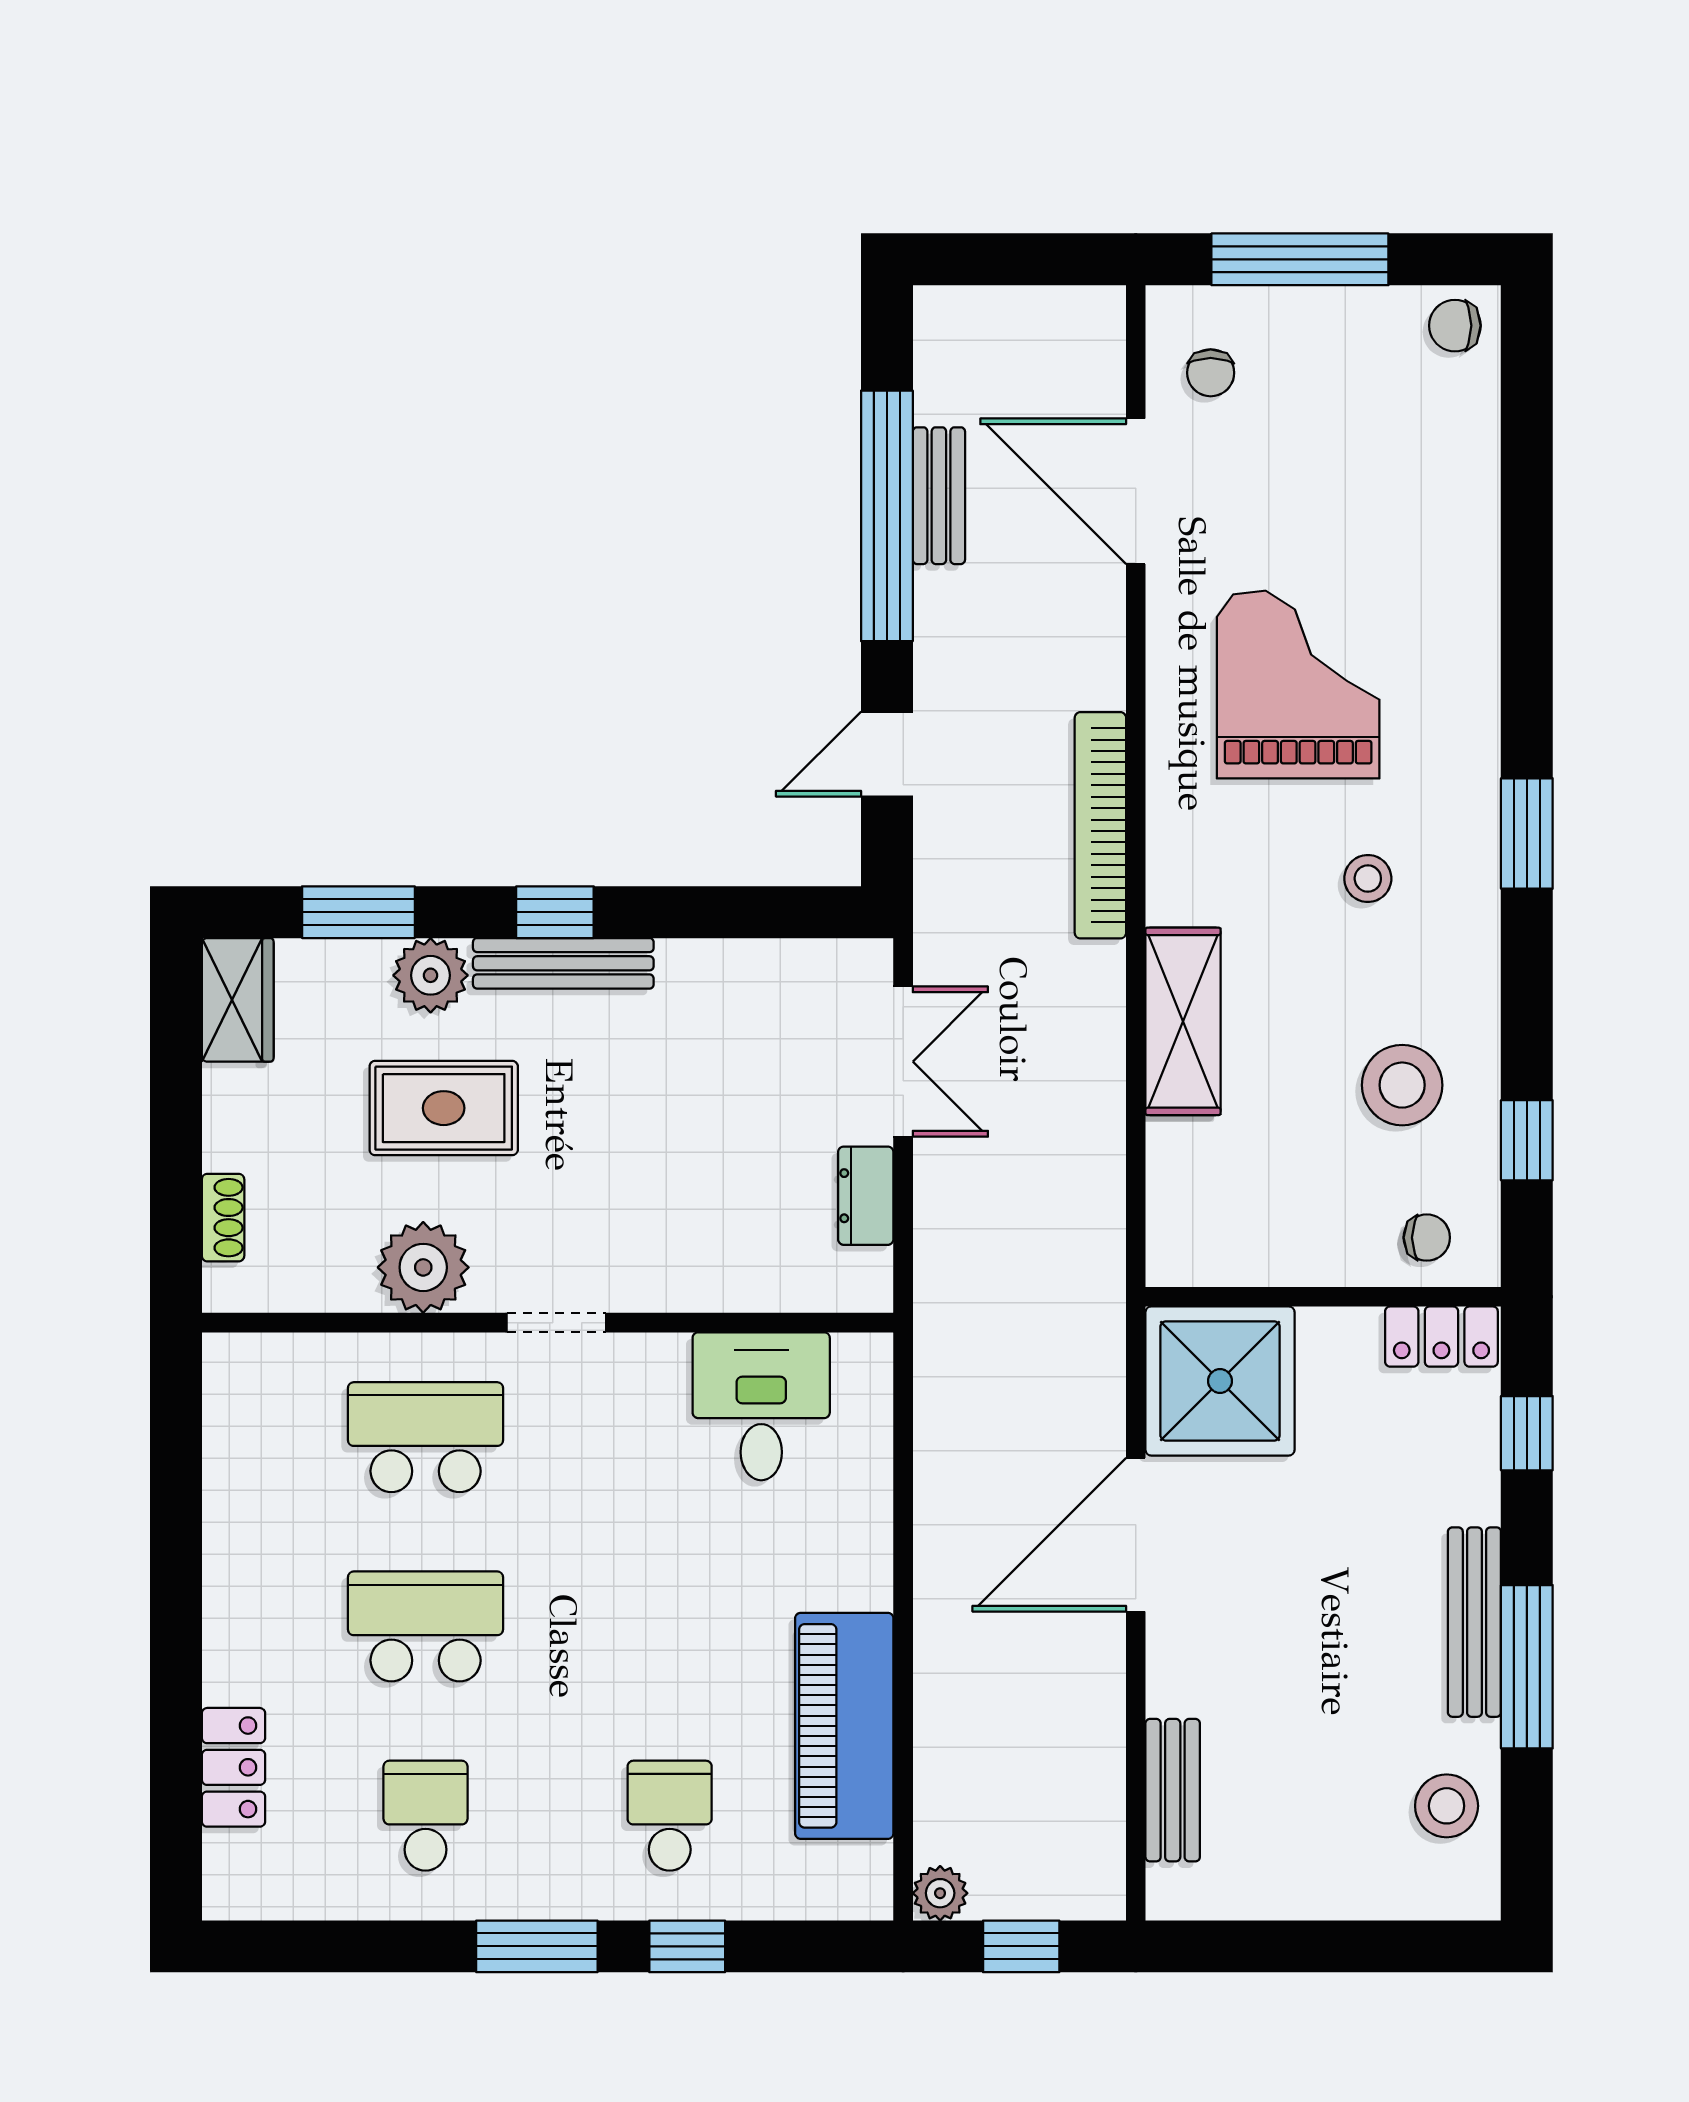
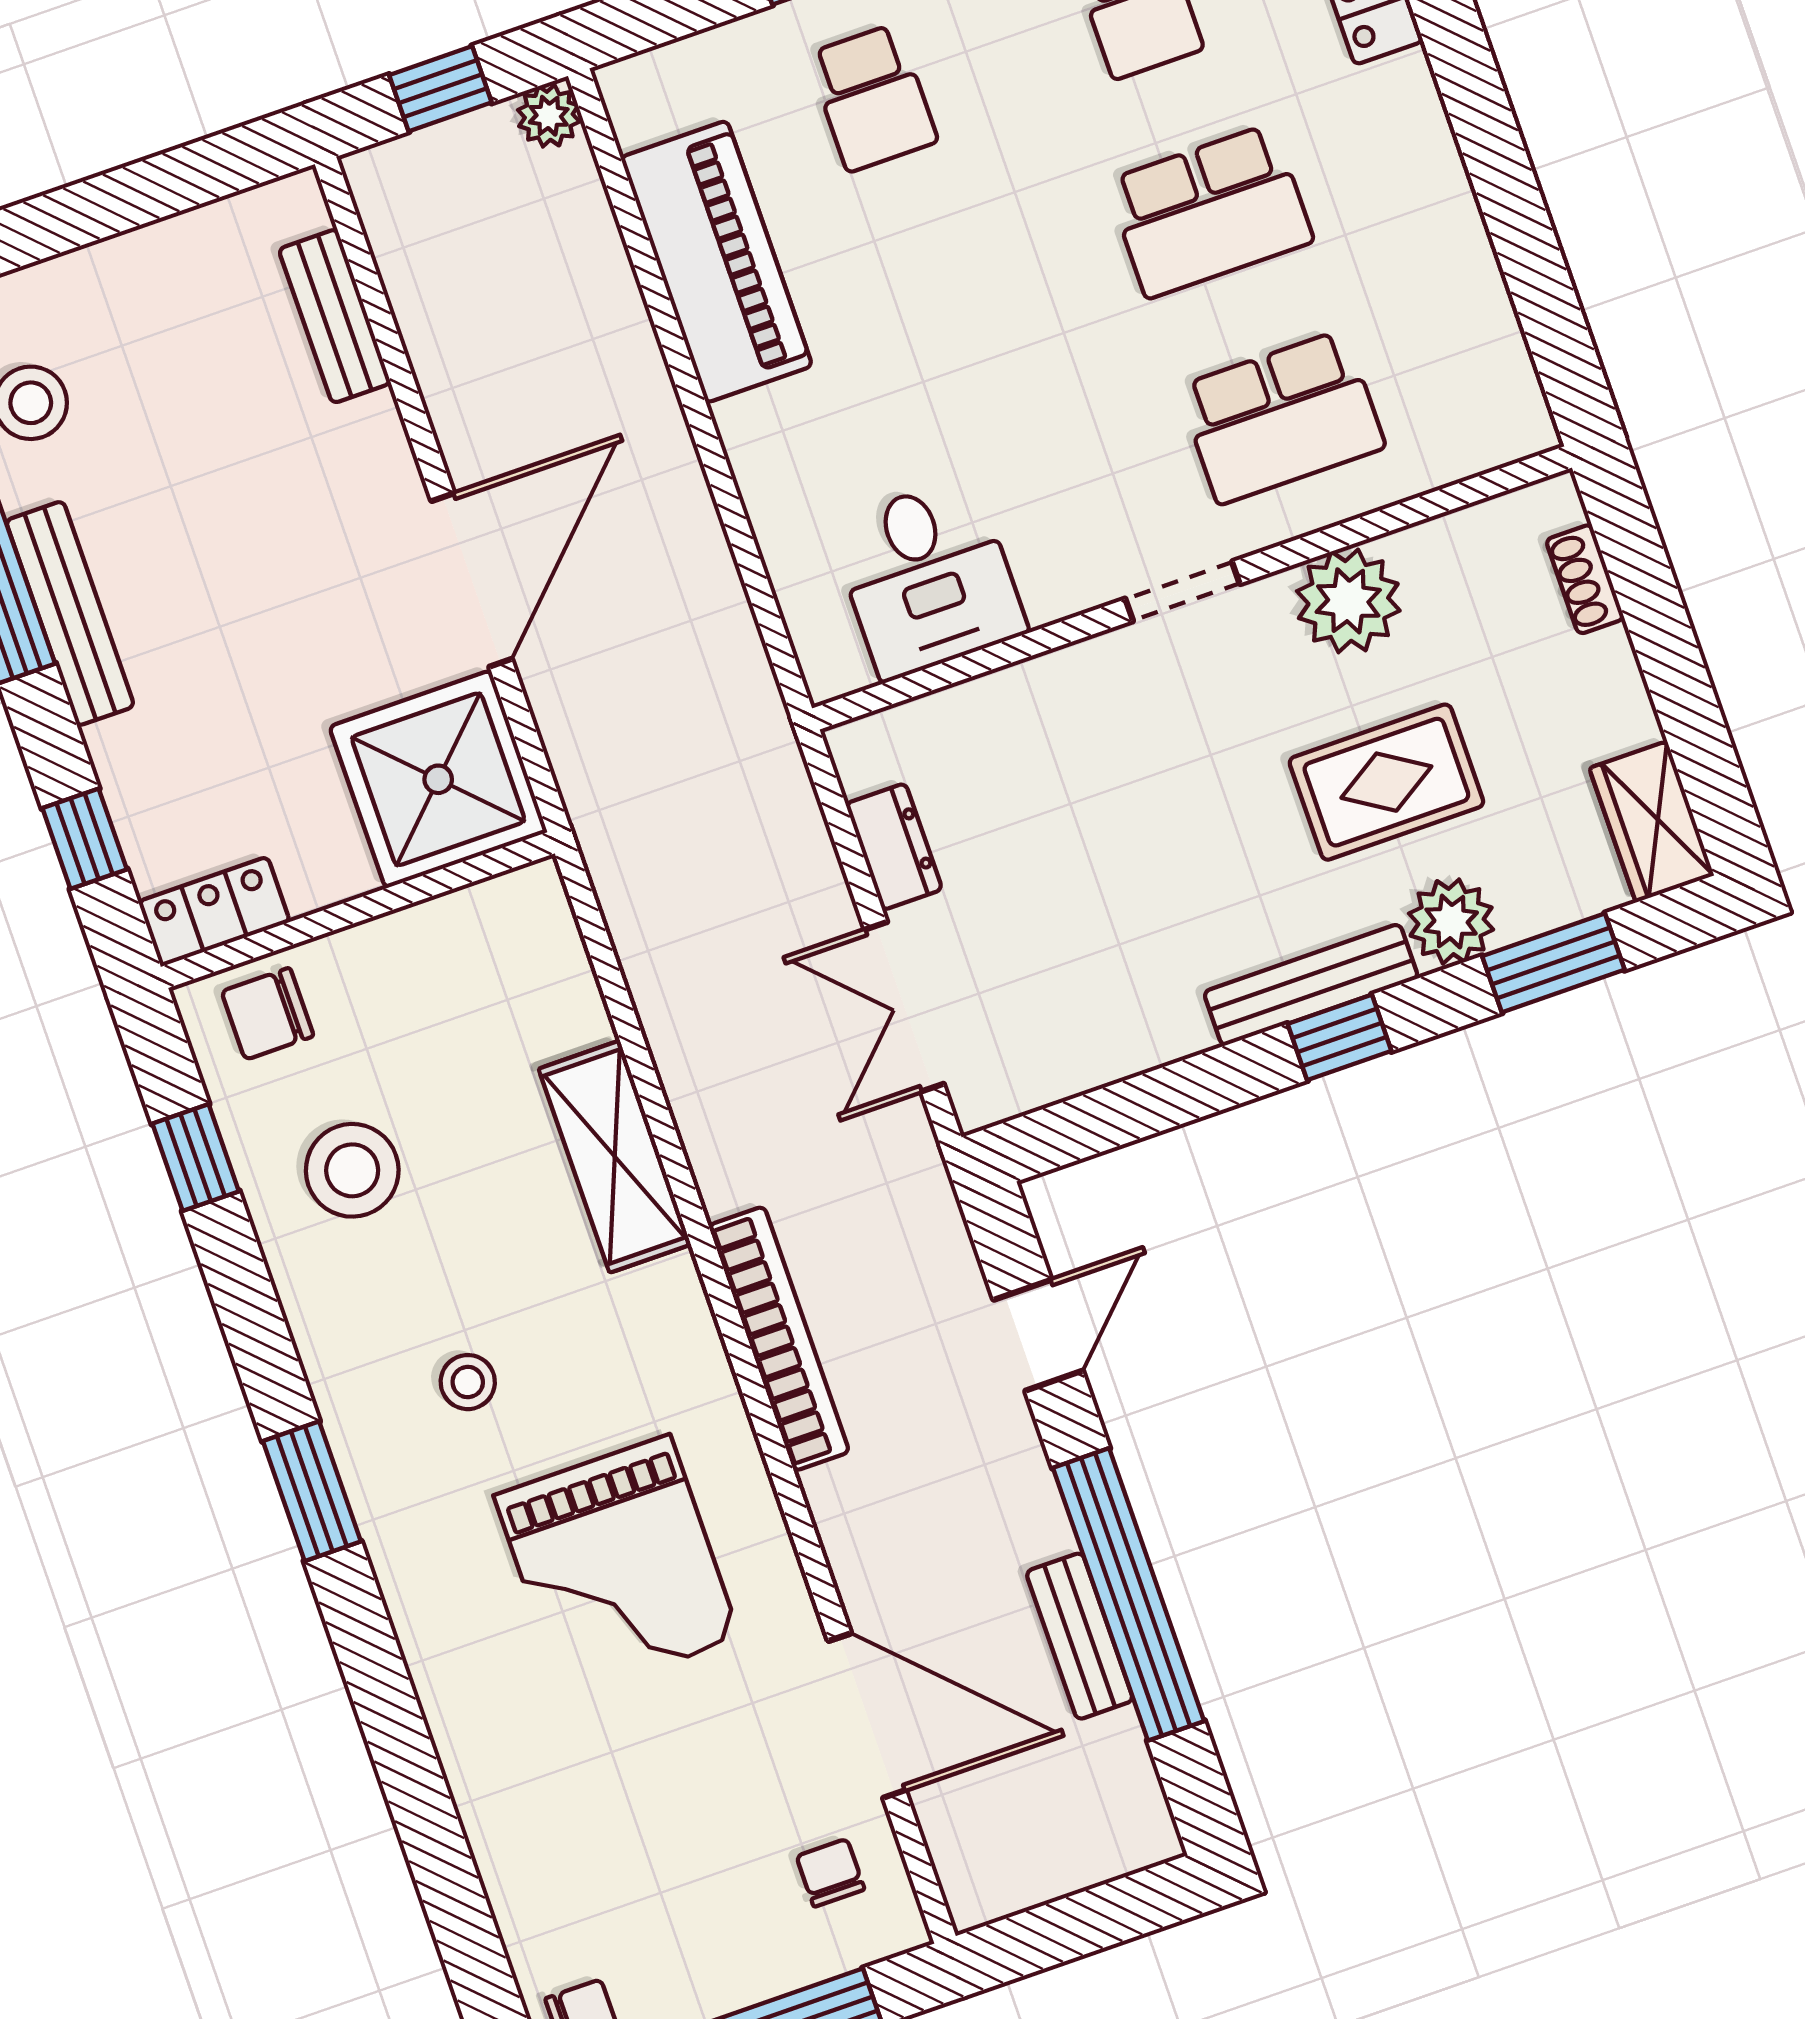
chair: (1427, 1238) -> (268, 1014), width x1.37, depth x1.37

